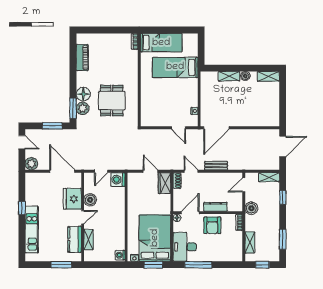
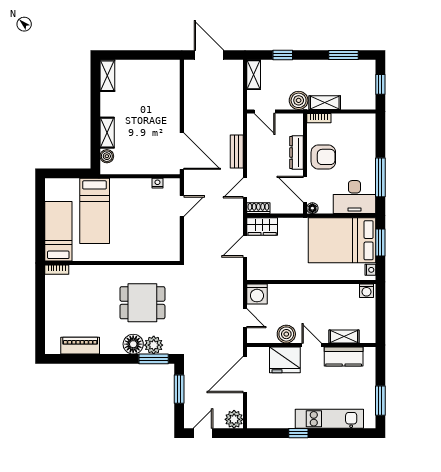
boiler: (245, 76) -> (107, 156), moved
shelving: (250, 242) -> (325, 103), moved
window: (61, 265) -> (380, 401), moved

